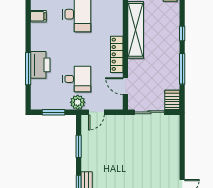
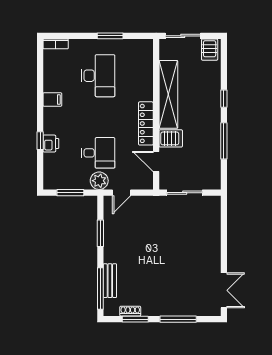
filing cabinet: (38, 16) -> (52, 100), moved
printer: (40, 65) -> (51, 144), width x0.53, depth x0.68
window: (28, 69) -> (40, 141), width x0.46
server rack: (172, 100) -> (171, 138), moved, turned 90

